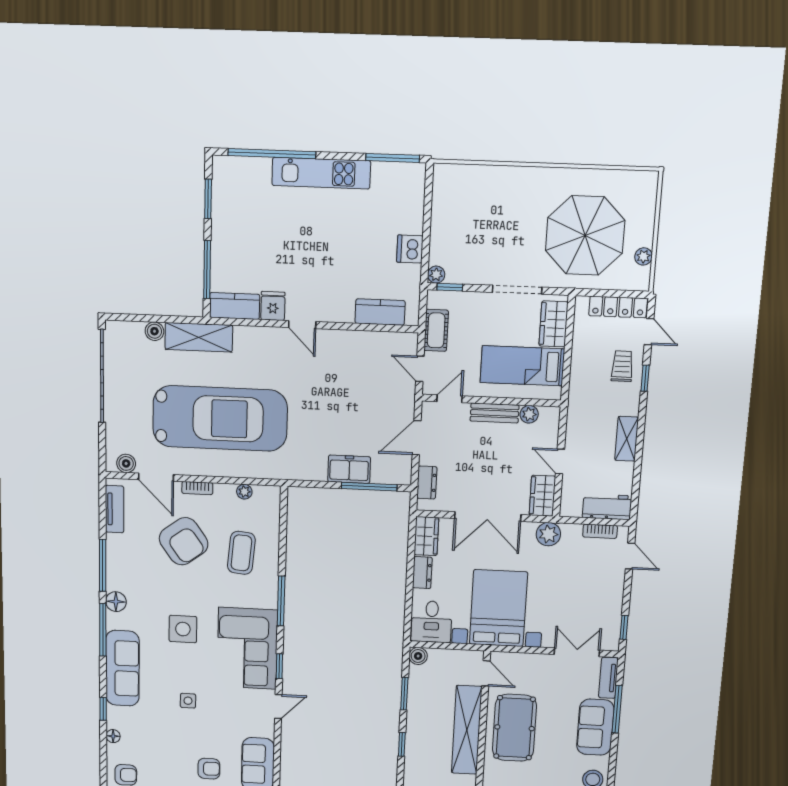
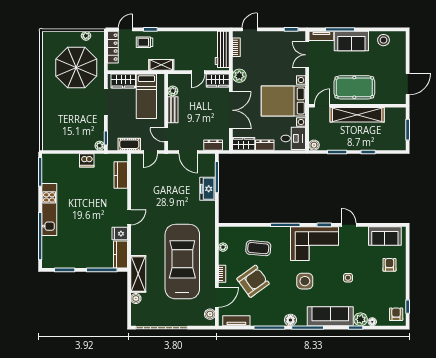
shelving: (627, 439) -> (161, 65), moved
workbench: (607, 507) -> (222, 49), width x1.38
plant: (117, 717) -> (361, 319), added

